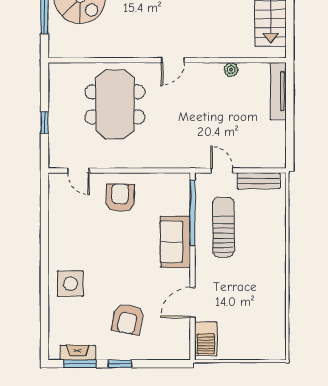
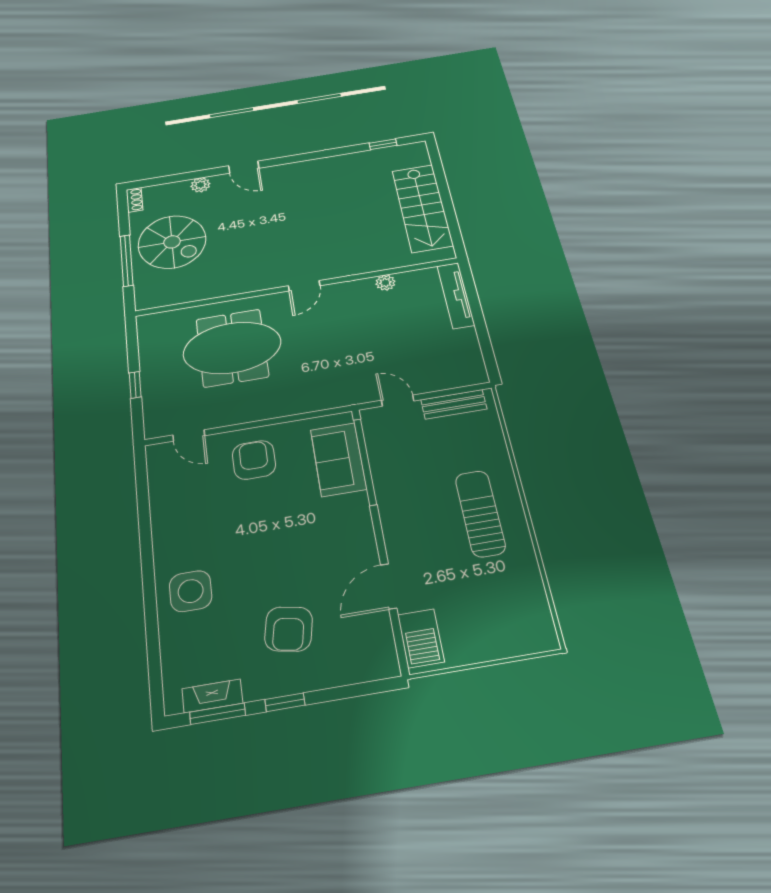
meeting table: (115, 104) -> (232, 348), turned 90
sun lounger: (223, 227) -> (480, 513), moved
sofa: (175, 242) -> (338, 459), moved

